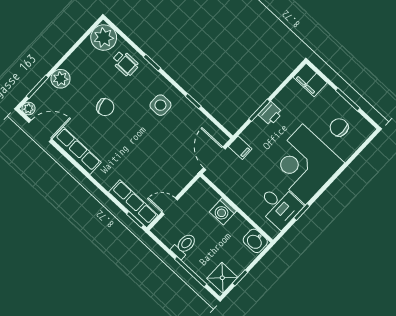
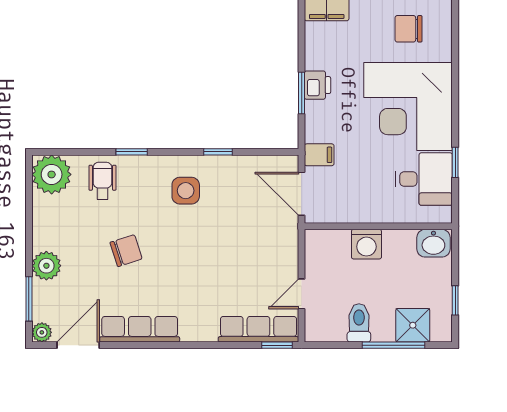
wheelchair: (125, 63) -> (102, 181), turned -90
shower: (222, 278) -> (413, 325), moved

